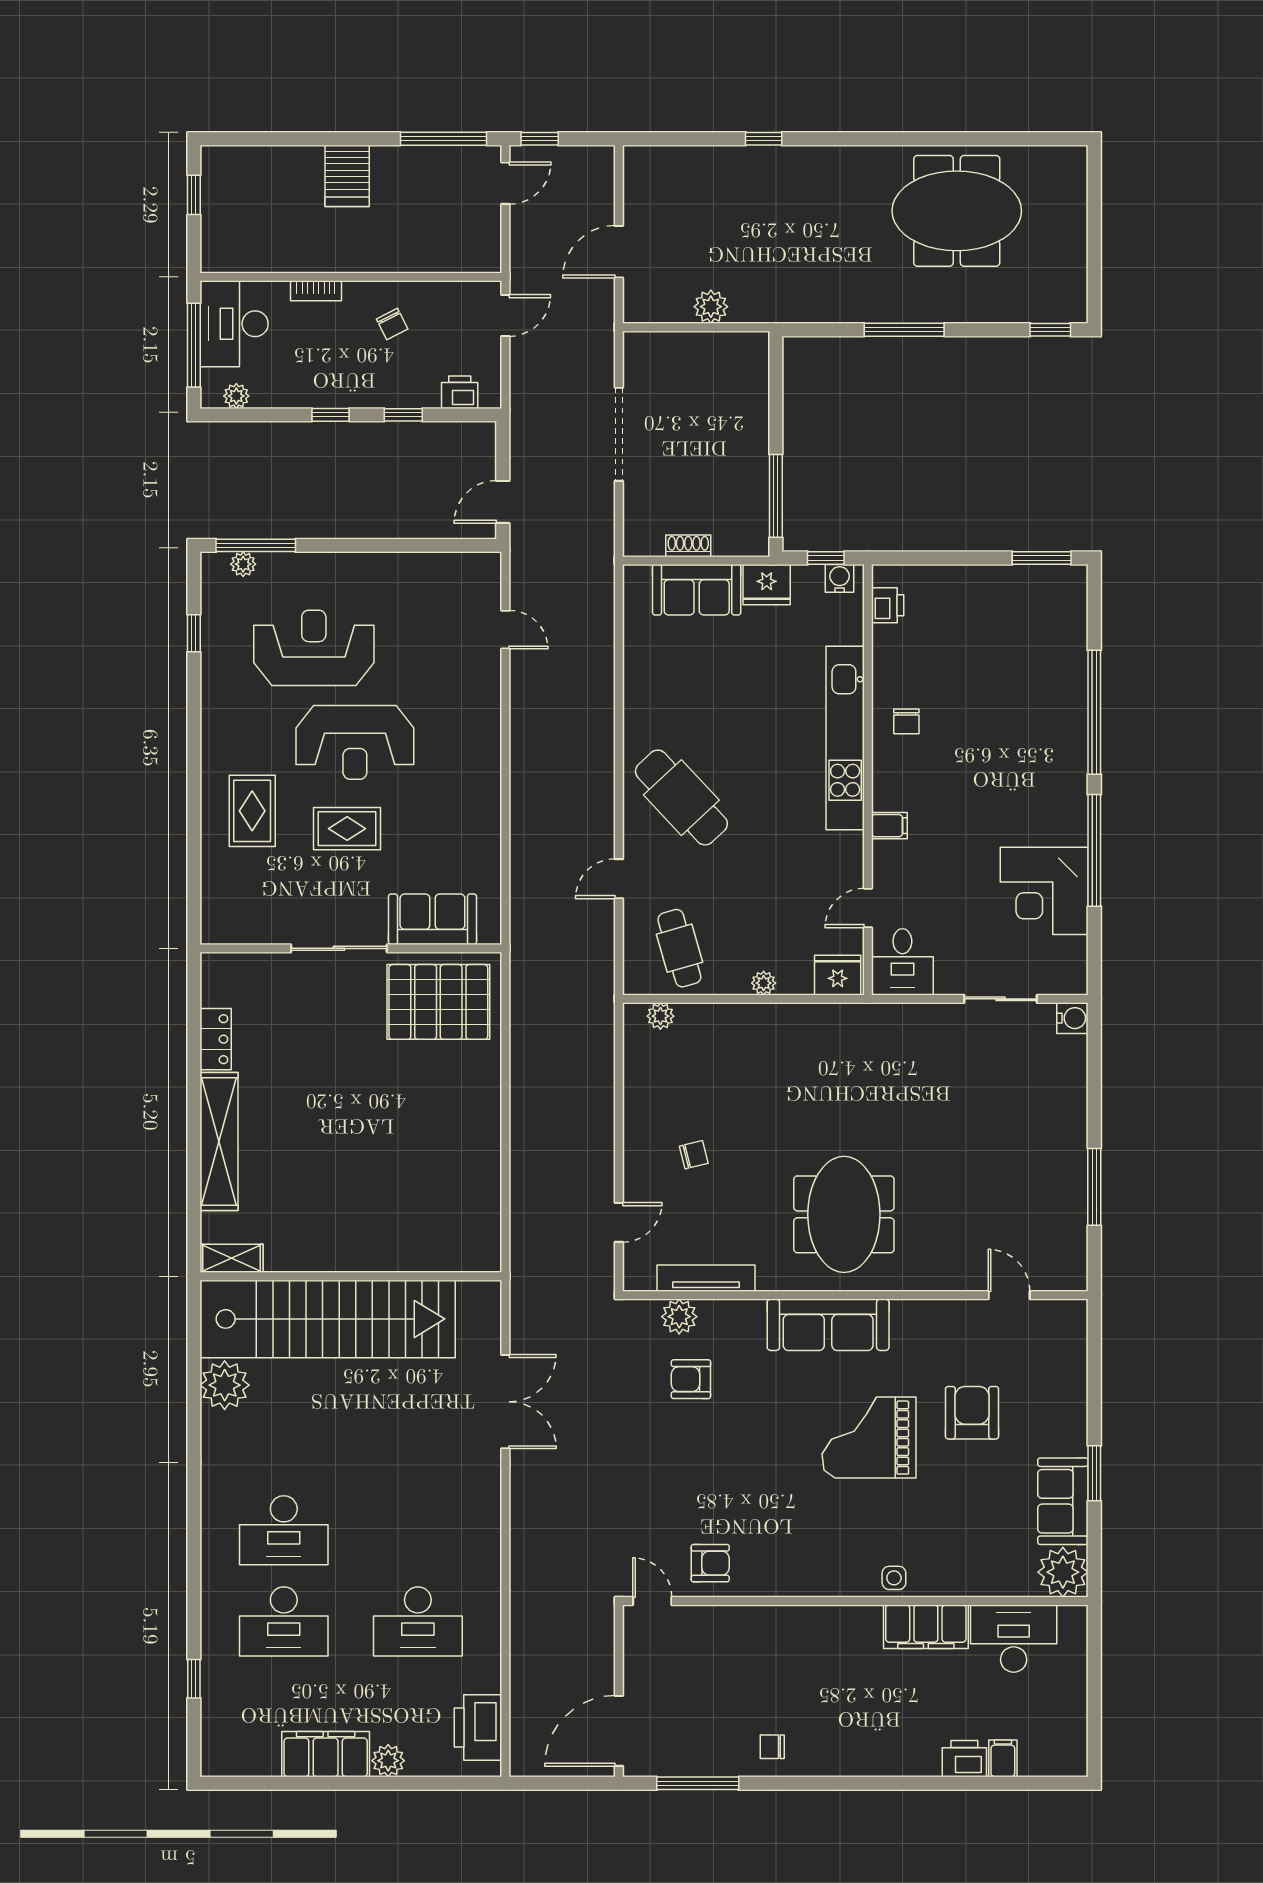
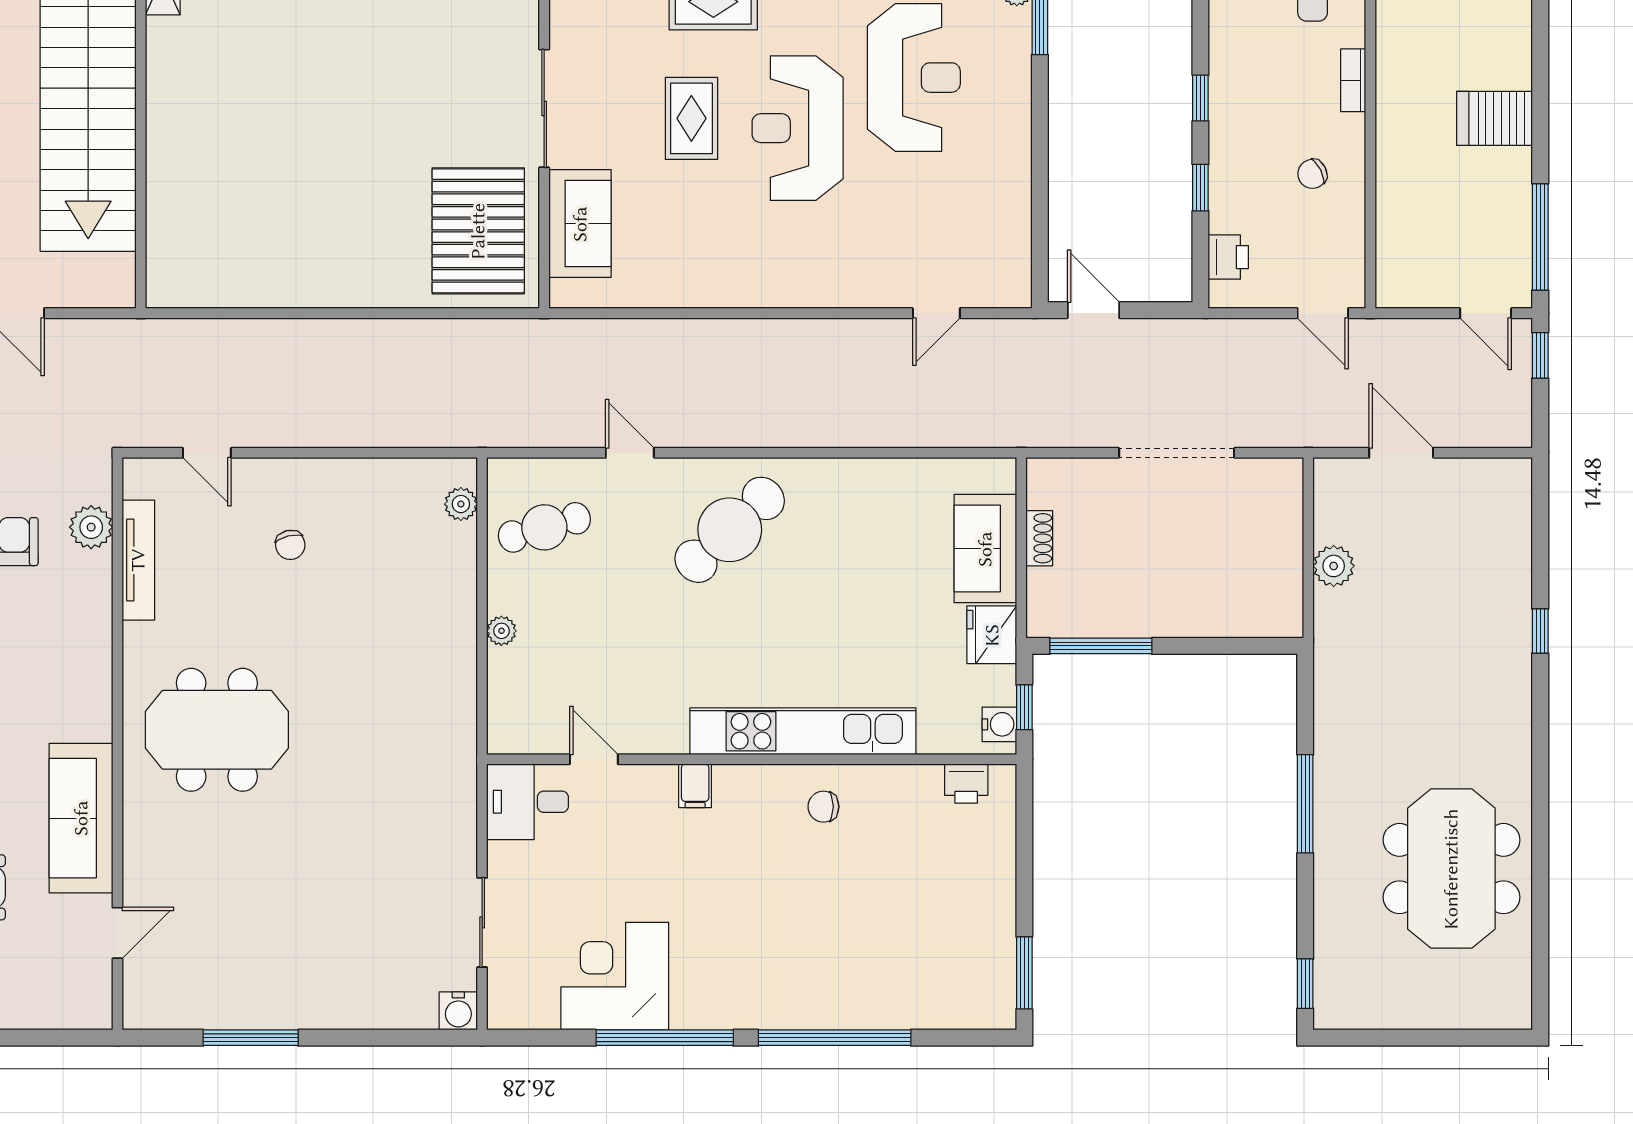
fridge: (838, 975) -> (511, 722), removed
sofa: (828, 1325) -> (81, 818), moved

